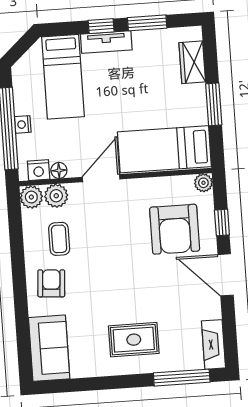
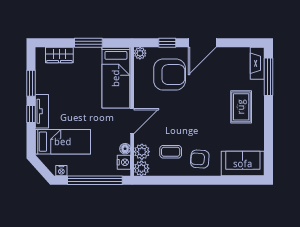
nightstand: (23, 124) -> (61, 171), moved
door: (101, 178) -> (132, 121), swing flipped
fireplace: (213, 344) -> (257, 63), moved, turned 90

